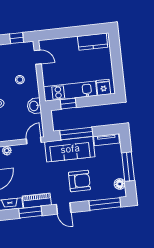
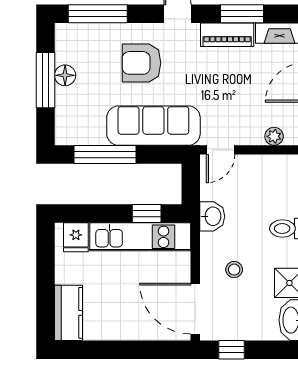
kitchen counter: (93, 42) -> (68, 313), moved, turned 90
door: (38, 57) -> (195, 309), width x1.87
window: (76, 133) -> (105, 154), moved
tv unit: (107, 140) -> (81, 136), removed
floor lamp: (120, 184) -> (65, 75), moved

